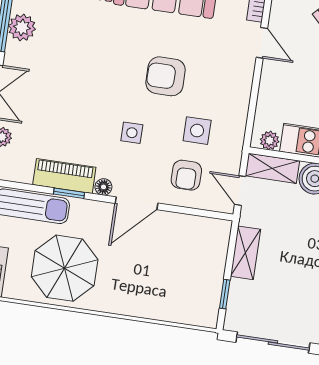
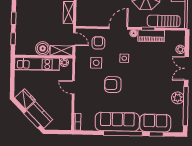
door: (262, 43) -> (73, 87), moved
armchair: (166, 76) -> (113, 85), turned 180

